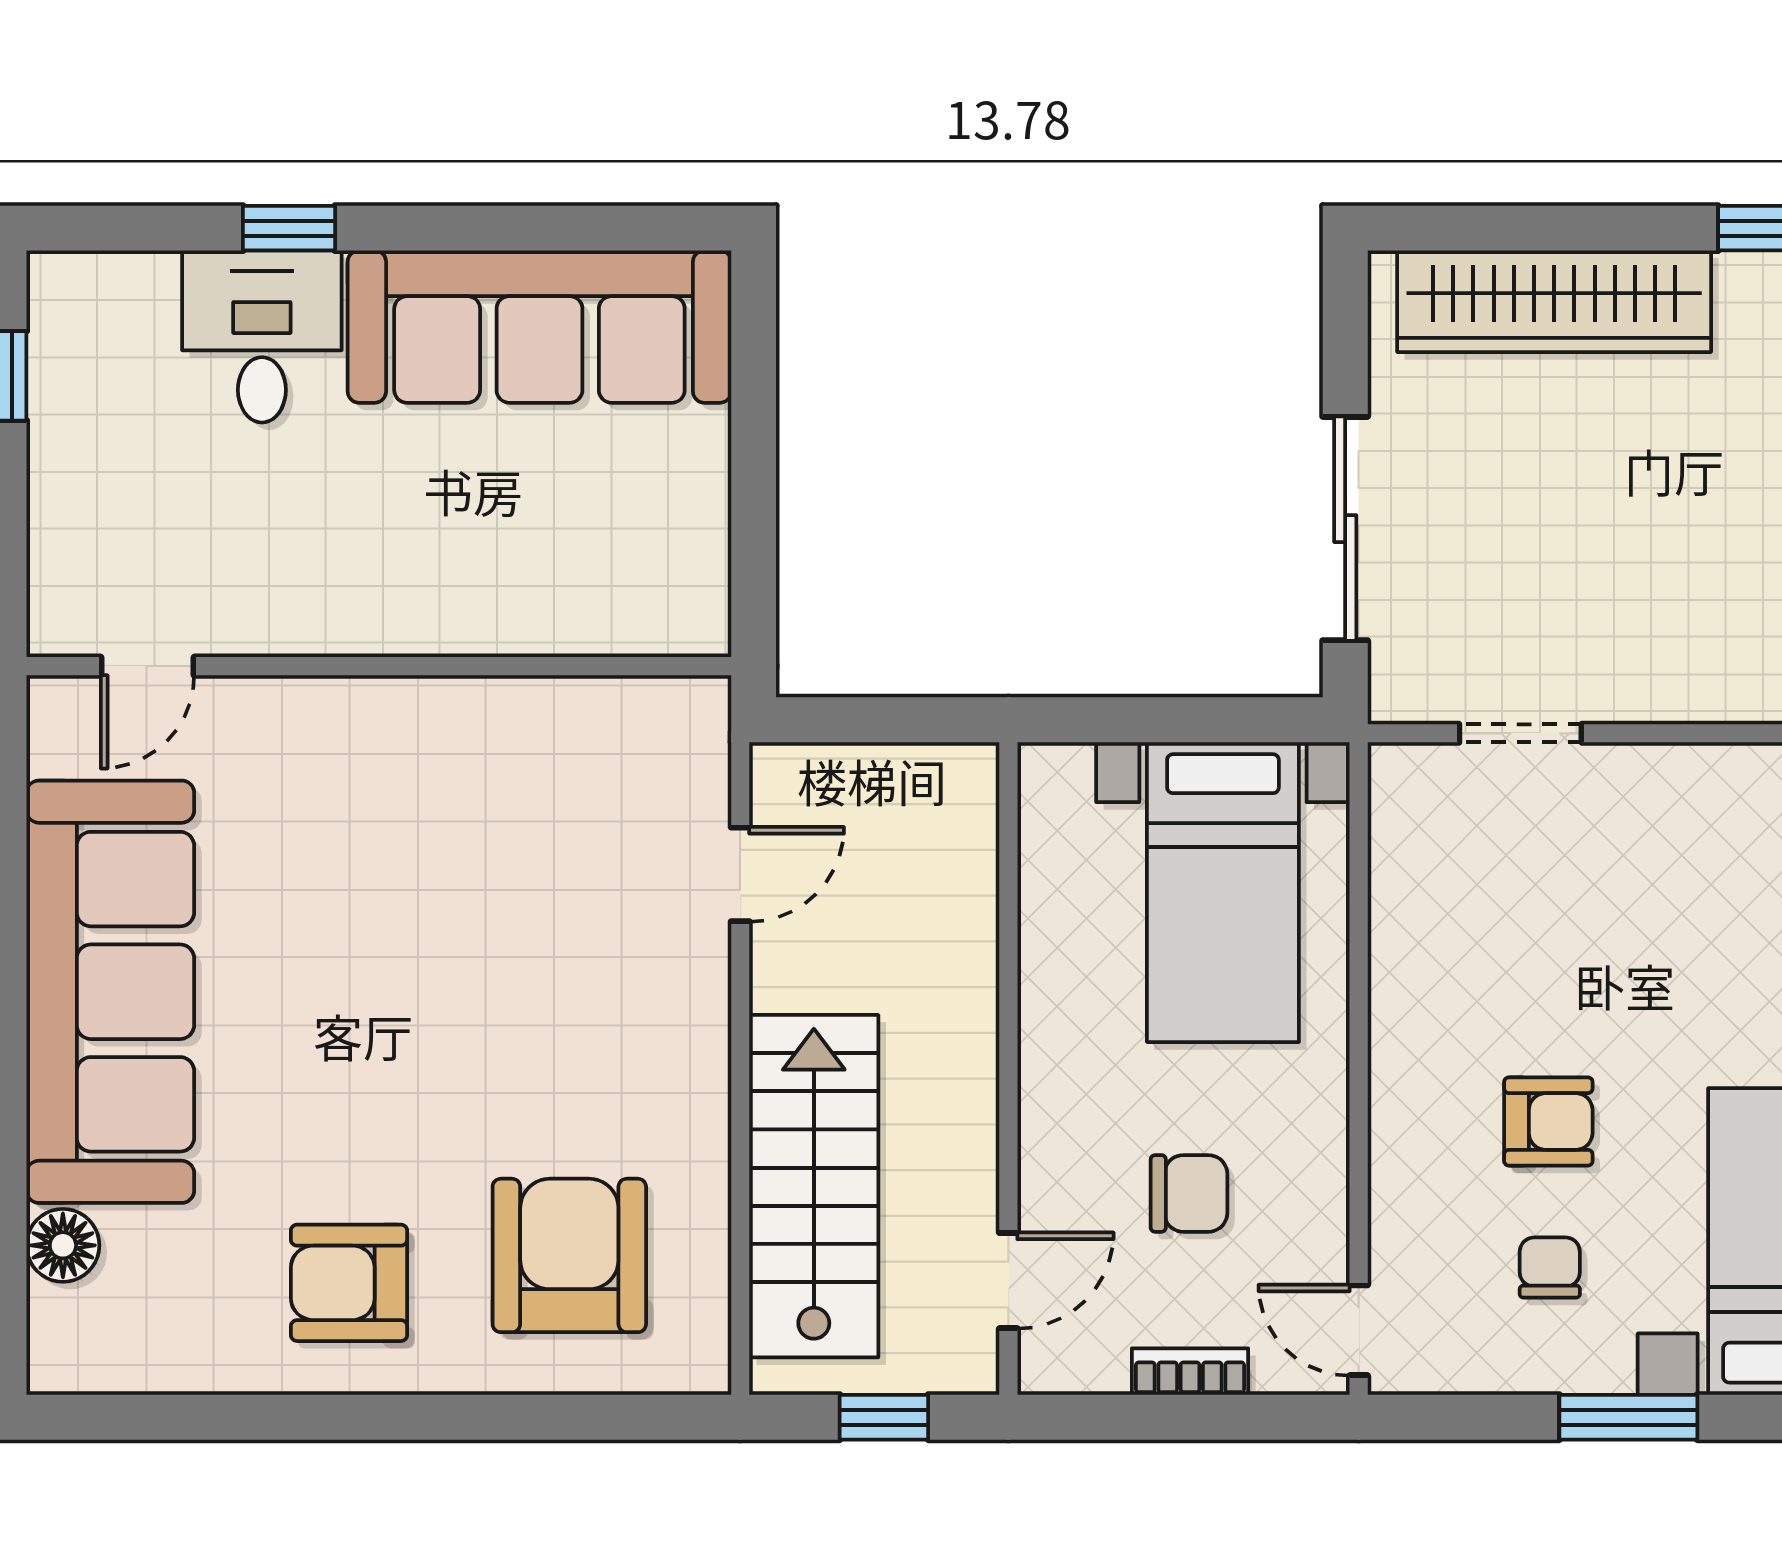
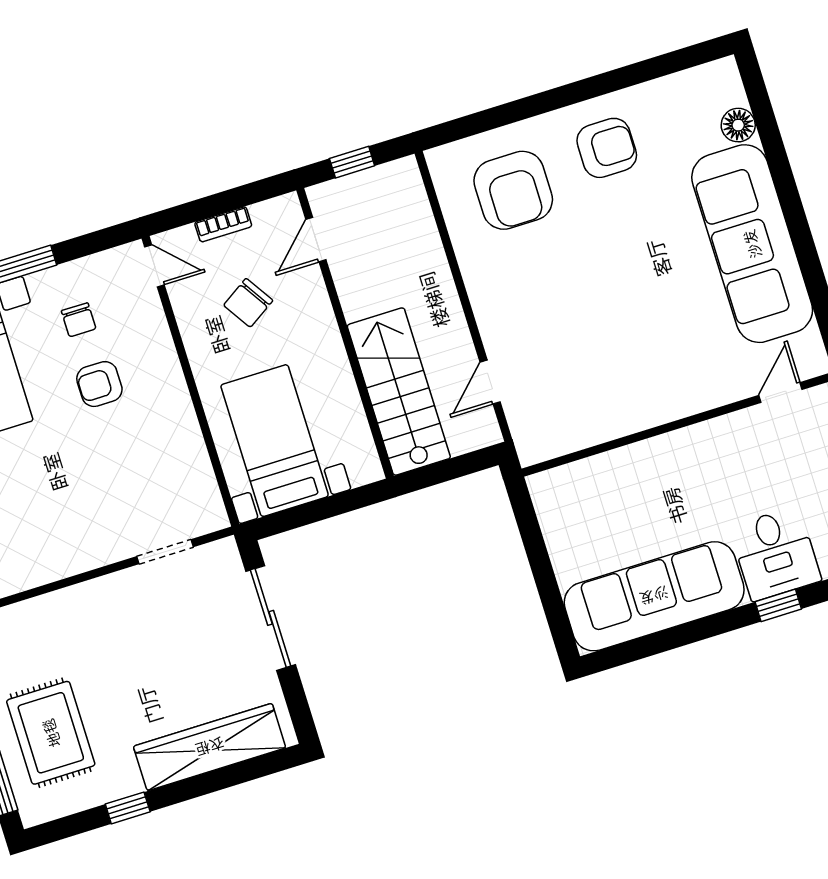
stairs: (814, 1186) -> (399, 392), moved, turned 180
chair: (1189, 1193) -> (248, 303), turned -33

